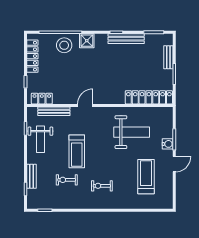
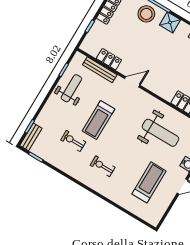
locker: (42, 99) -> (109, 59), moved
weight bench: (40, 139) -> (71, 88), turned 180
bench: (31, 176) -> (31, 137), moved

